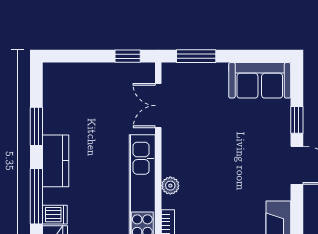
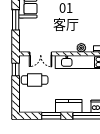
window: (196, 56) -> (16, 20), moved
cafe table: (107, 94) -> (35, 80), added

